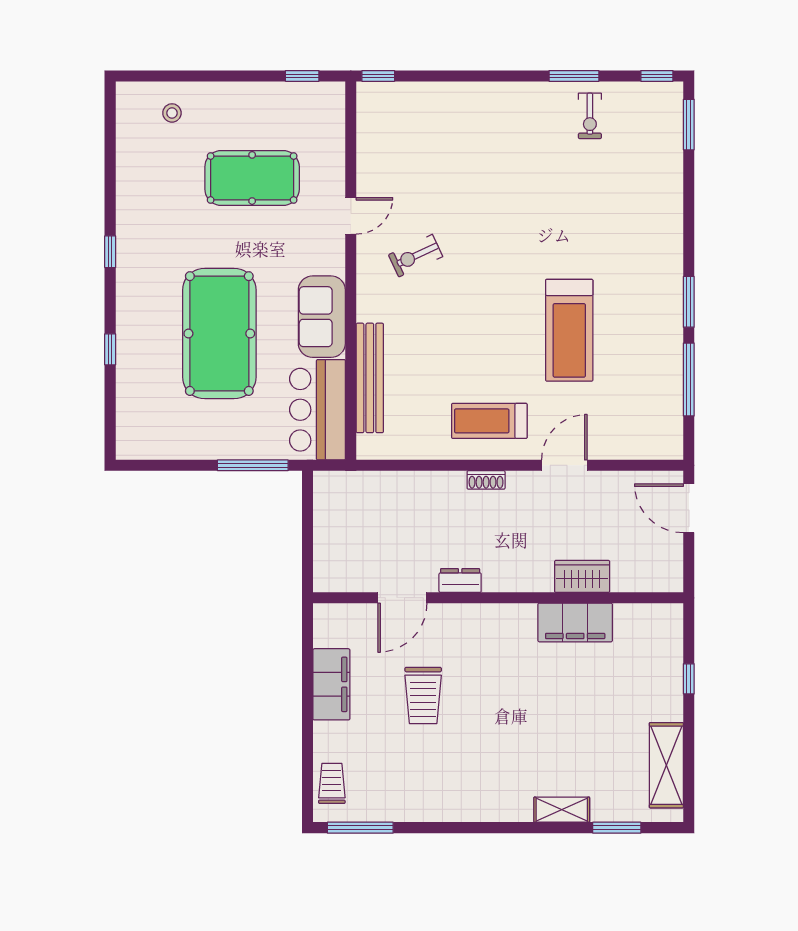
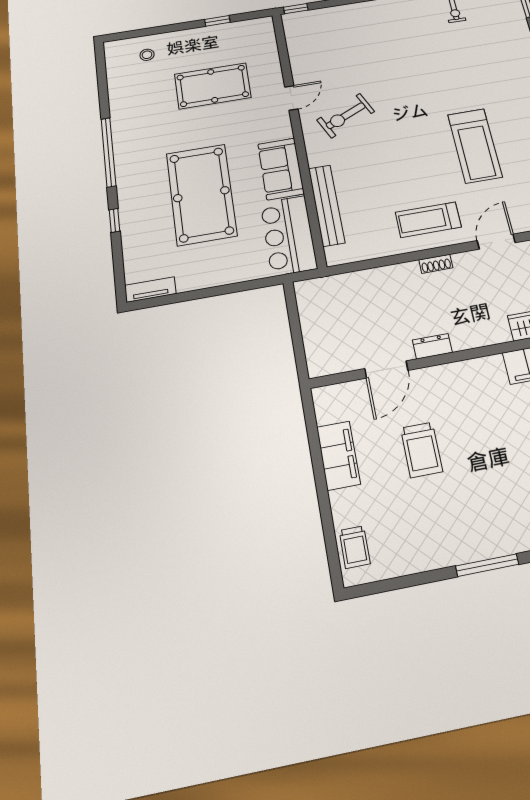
window: (302, 76) -> (217, 21), moved
window: (110, 252) -> (108, 152), width x3.17
exercise bike: (416, 256) -> (346, 116), width x1.38, depth x1.39
tv unit: (145, 449) -> (150, 290), added
window: (253, 465) -> (242, 287), removed
trolley: (332, 783) -> (355, 547), turned 180
window: (360, 828) -> (487, 565), moved

